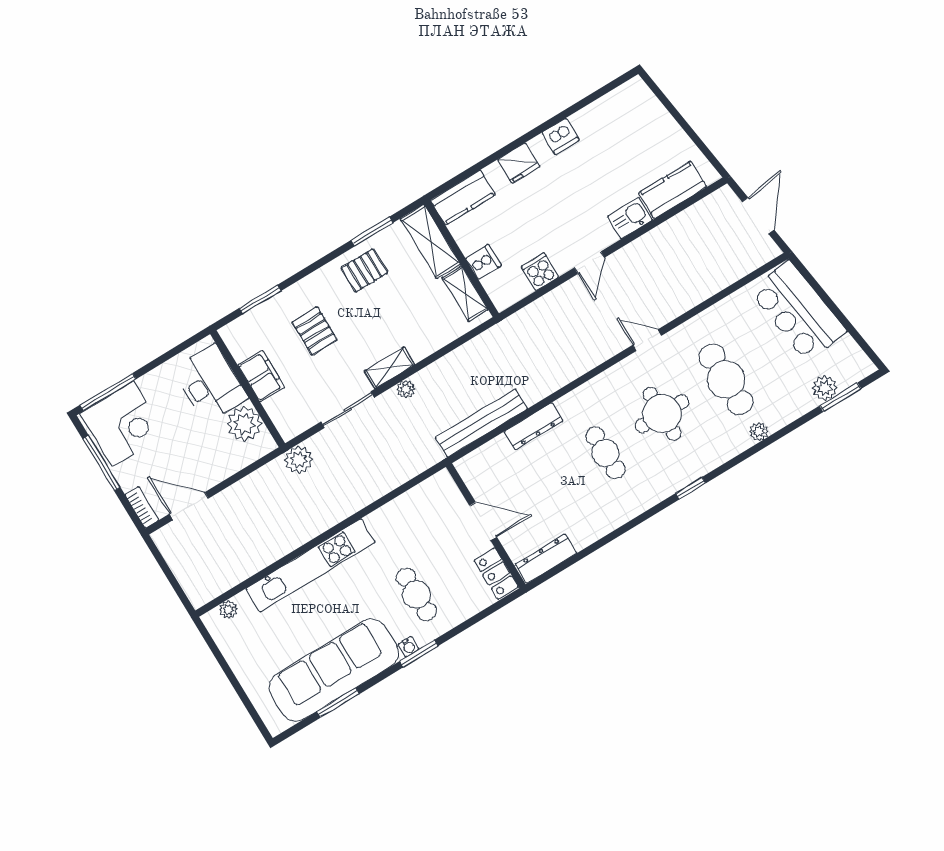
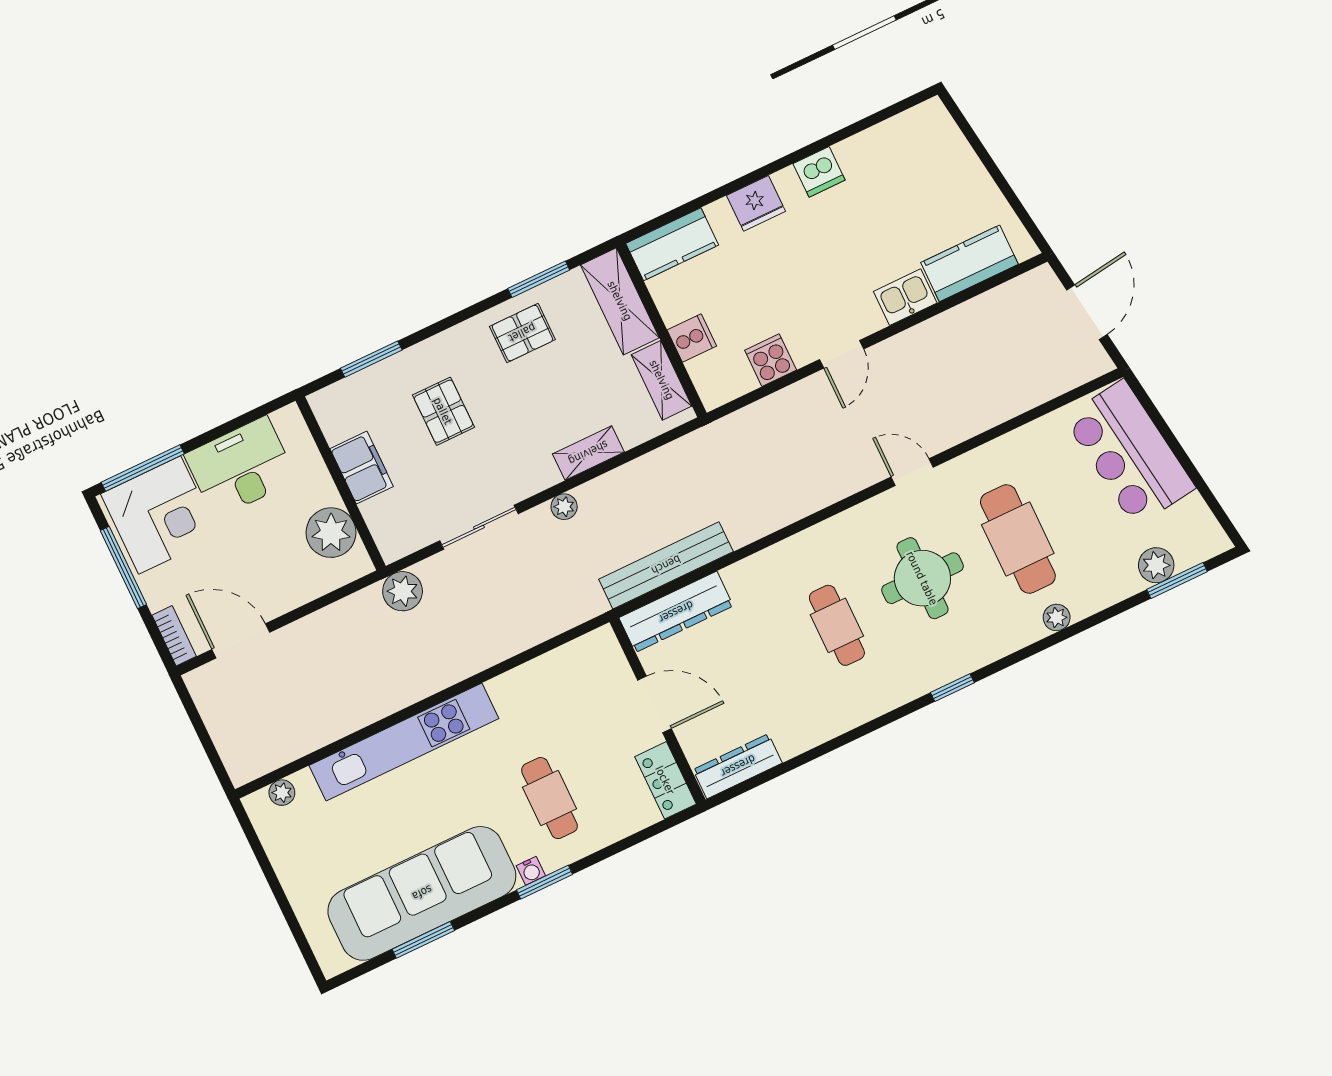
shelving: (389, 368) -> (588, 453), moved
desk: (210, 384) -> (241, 467), moved, turned -90
dresser: (534, 426) -> (676, 612), moved, width x1.37, depth x1.24

